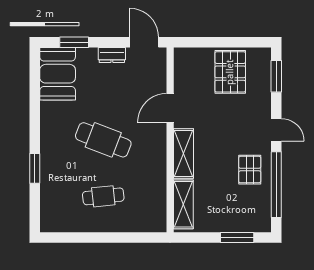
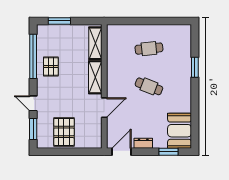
door: (144, 42) -> (122, 152), swing flipped
door: (276, 130) -> (33, 103), moved
cafe table: (103, 140) -> (149, 86), width x0.73, depth x0.74

